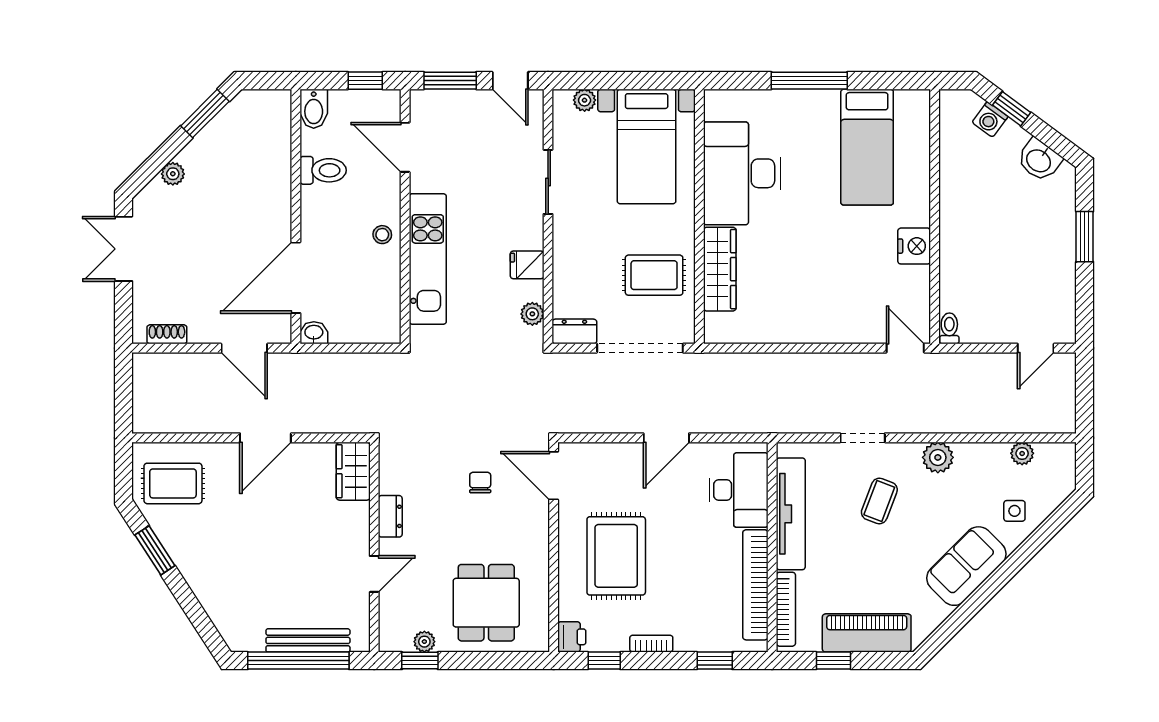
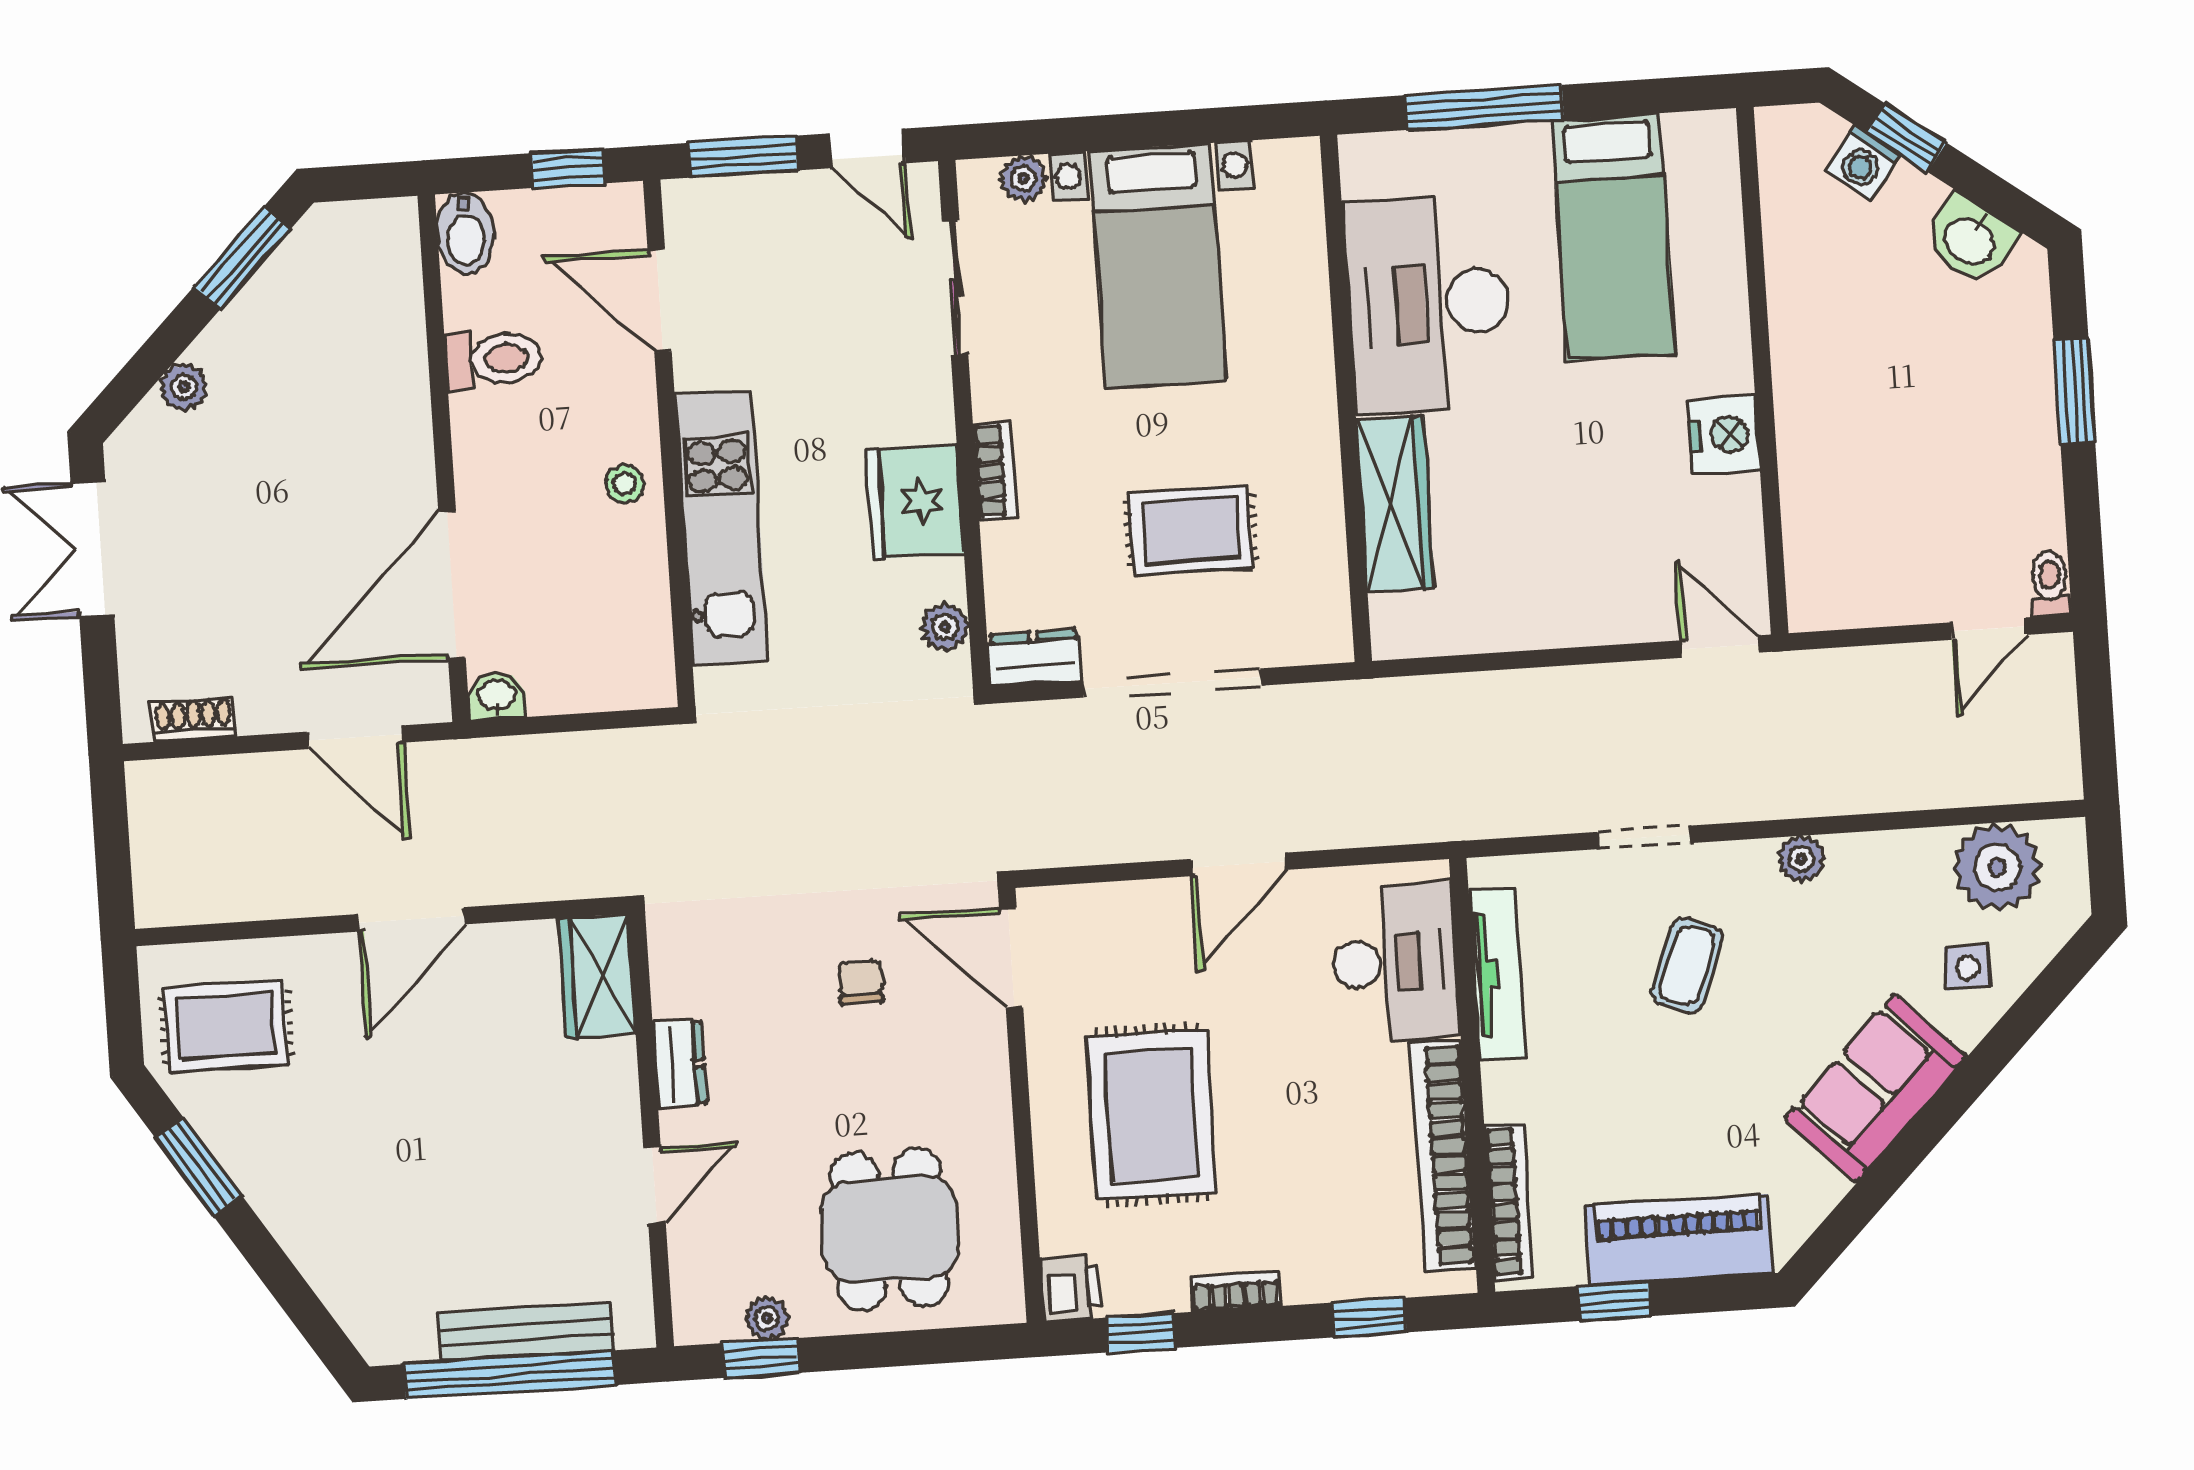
desk: (742, 173) -> (1428, 303), moved
sliding door: (548, 182) -> (955, 288), moved
wall: (699, 216) -> (1346, 398), moved
bookcase: (561, 240) -> (995, 471), added
fridge: (527, 265) -> (914, 502), width x1.88, depth x1.34
wardrobe: (720, 269) -> (1395, 504), moved
toilet: (949, 328) -> (2050, 584), moved
plant: (1022, 453) -> (1997, 867), width x1.87, depth x1.87
plant: (938, 457) -> (1801, 859), width x0.73, depth x0.73
tv unit: (791, 514) -> (1497, 974), width x0.73, depth x0.78

